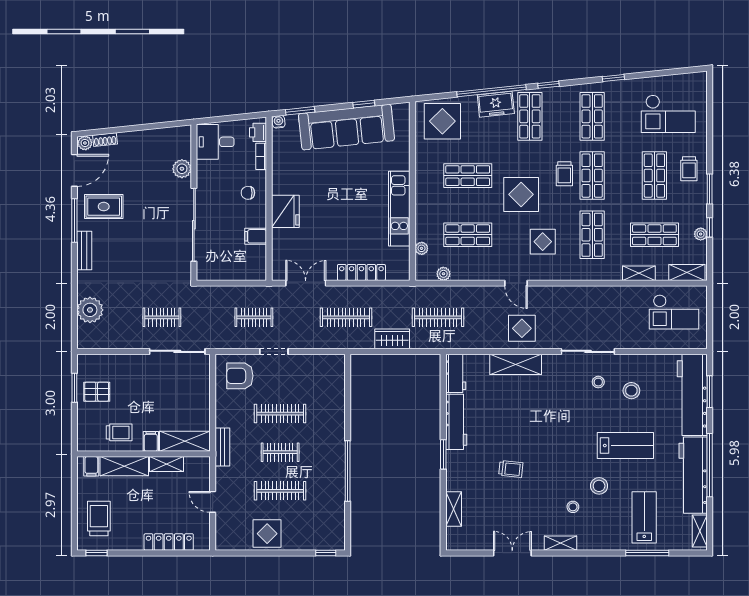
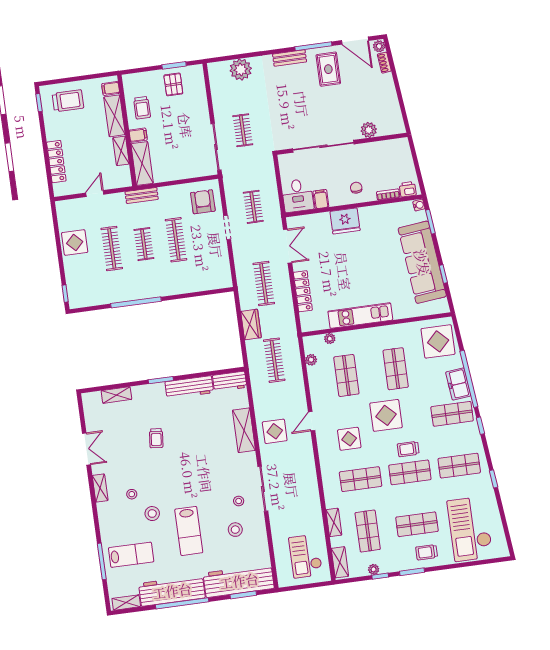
checkout: (668, 114) -> (470, 529), width x1.36, depth x1.21
desk: (215, 142) -> (298, 196), moved, turned 180

